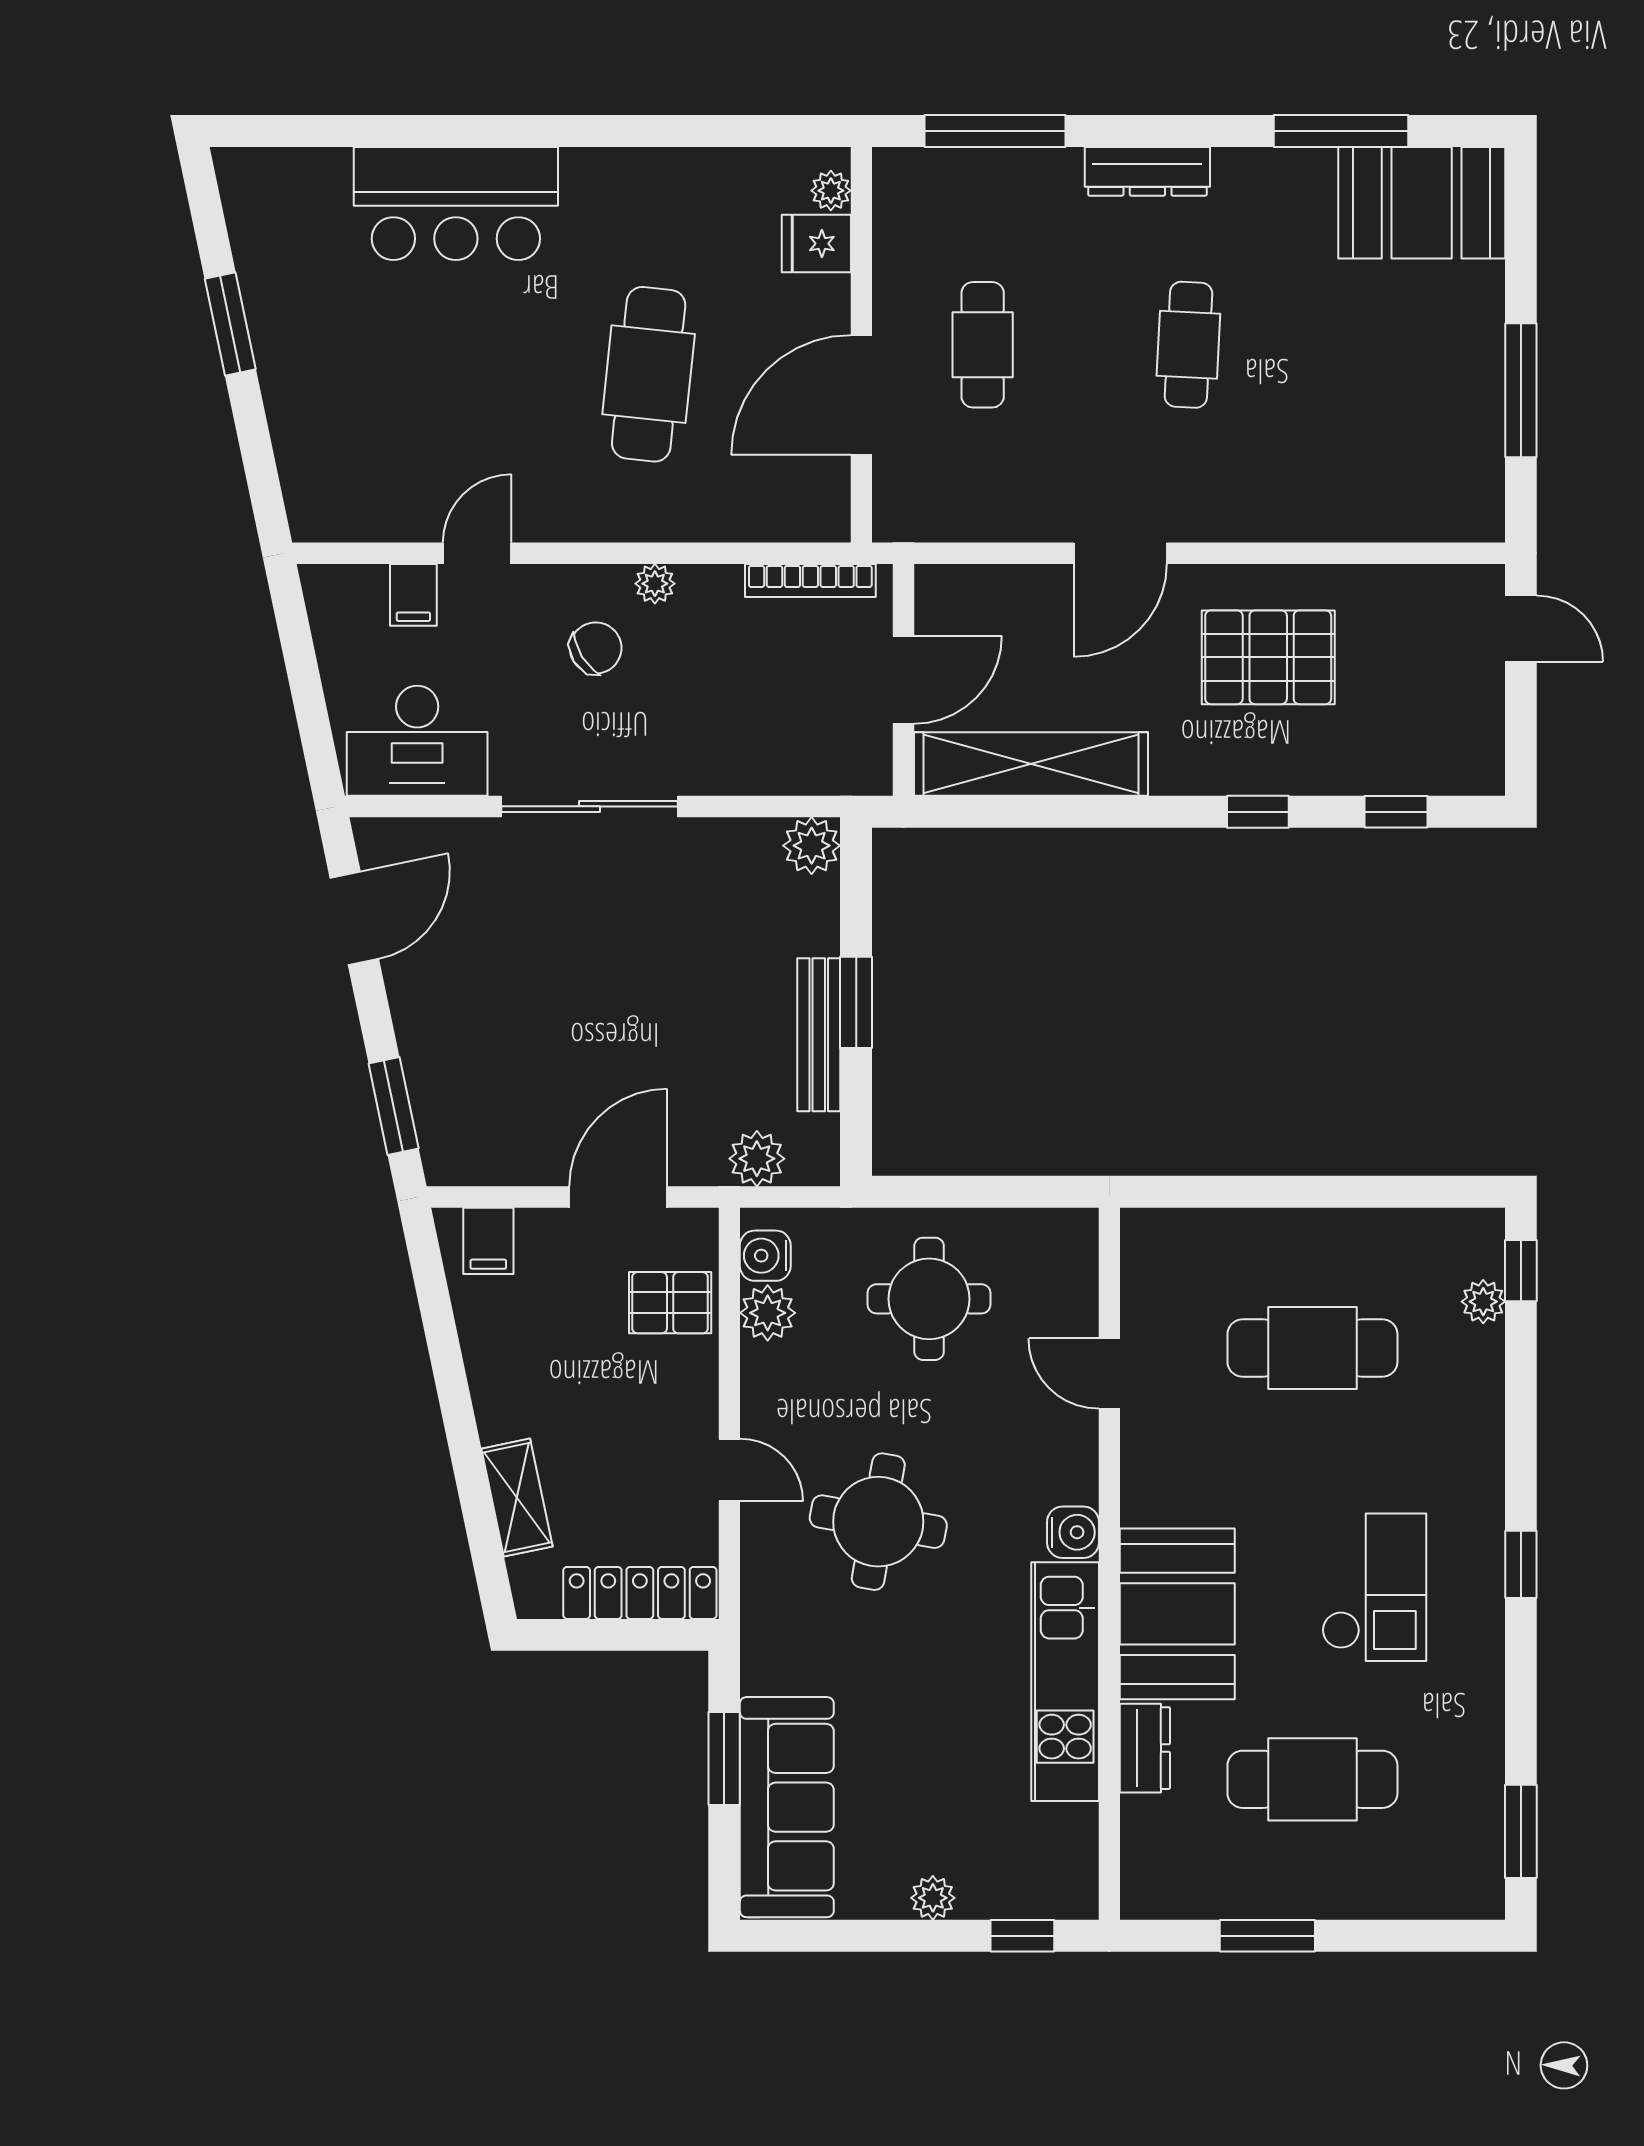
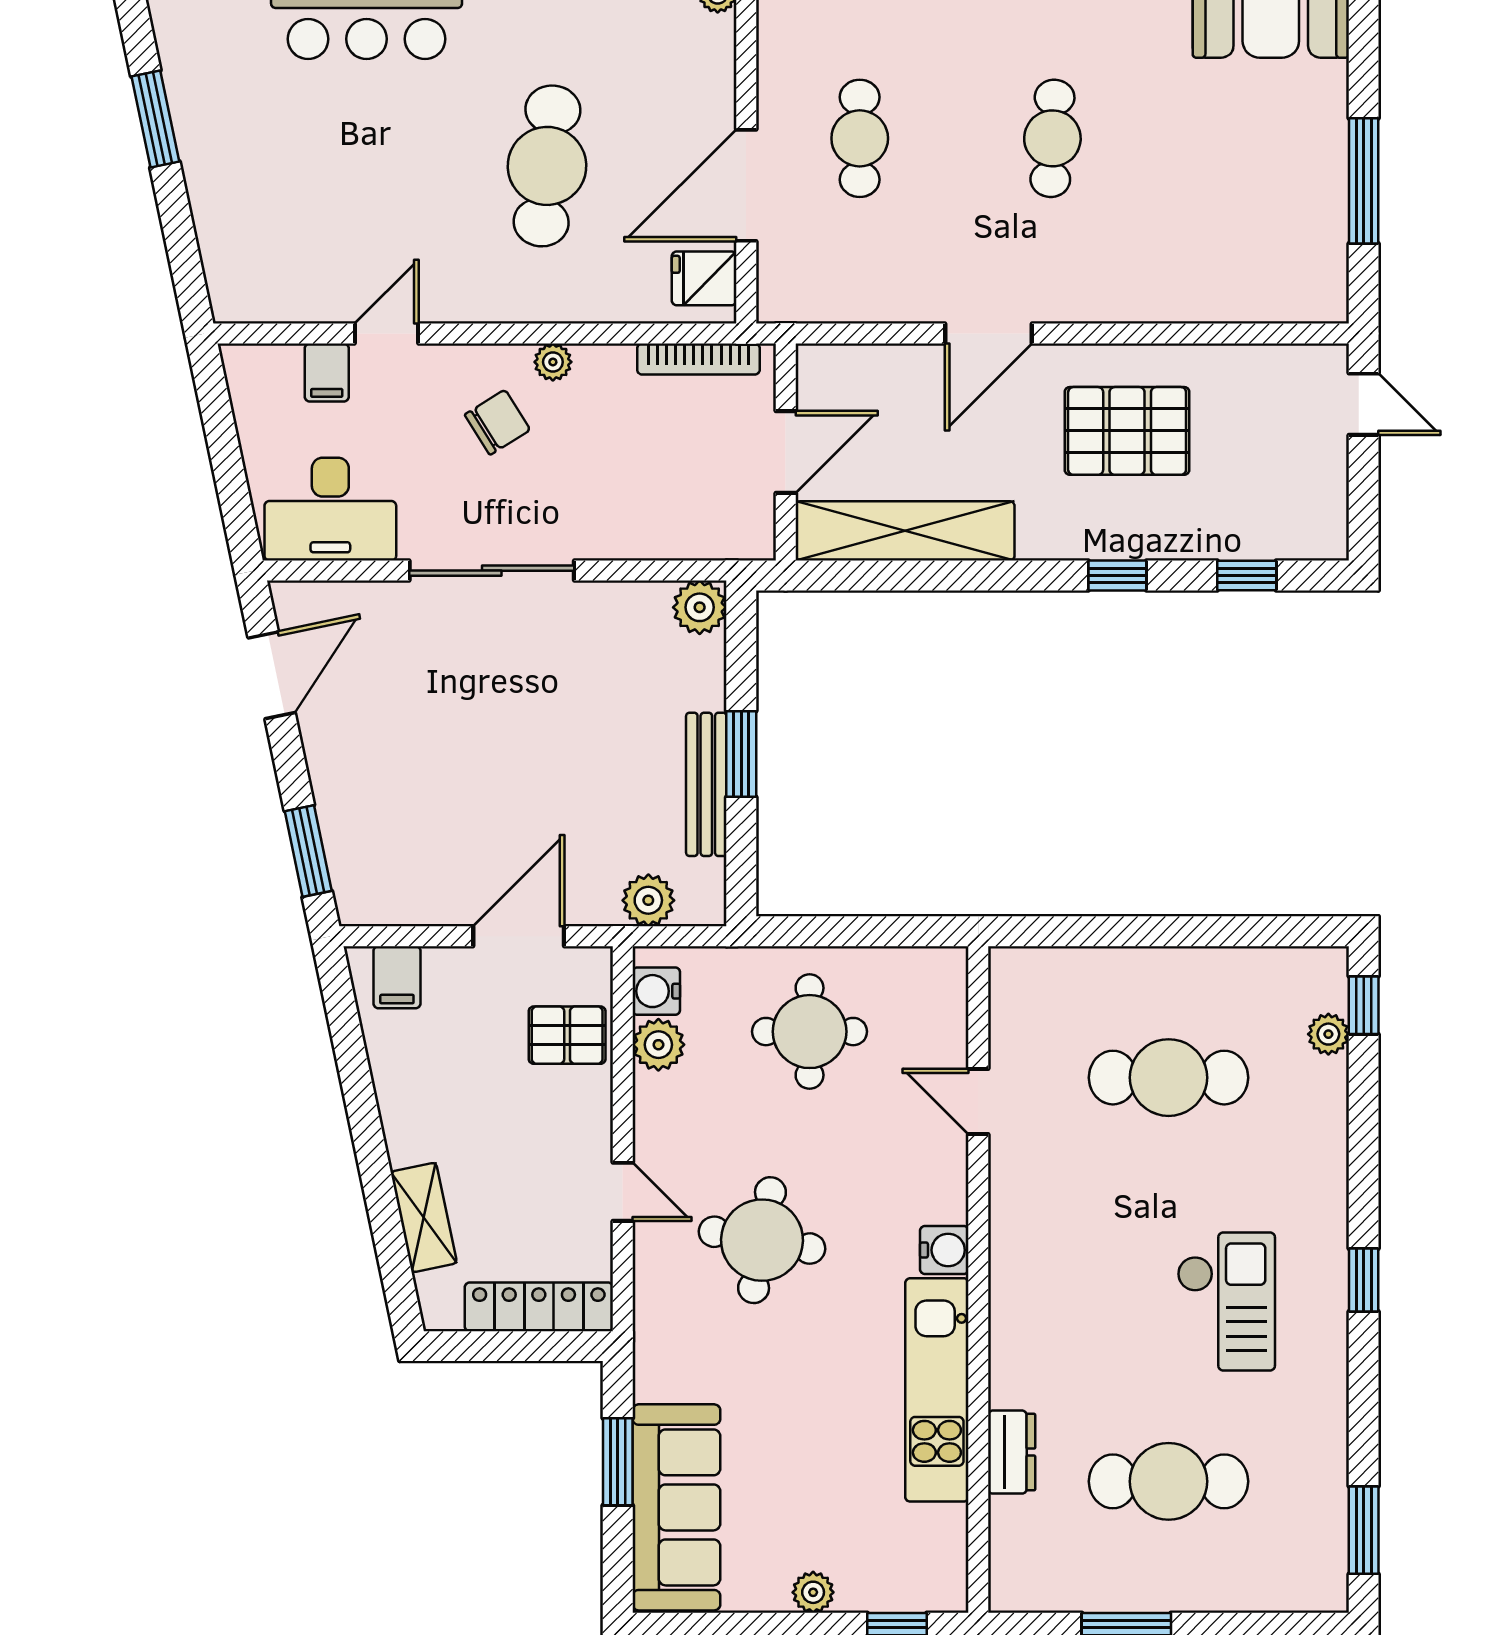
fridge: (816, 244) -> (704, 278), moved
booth: (1177, 1614) -> (1042, 1326), removed

